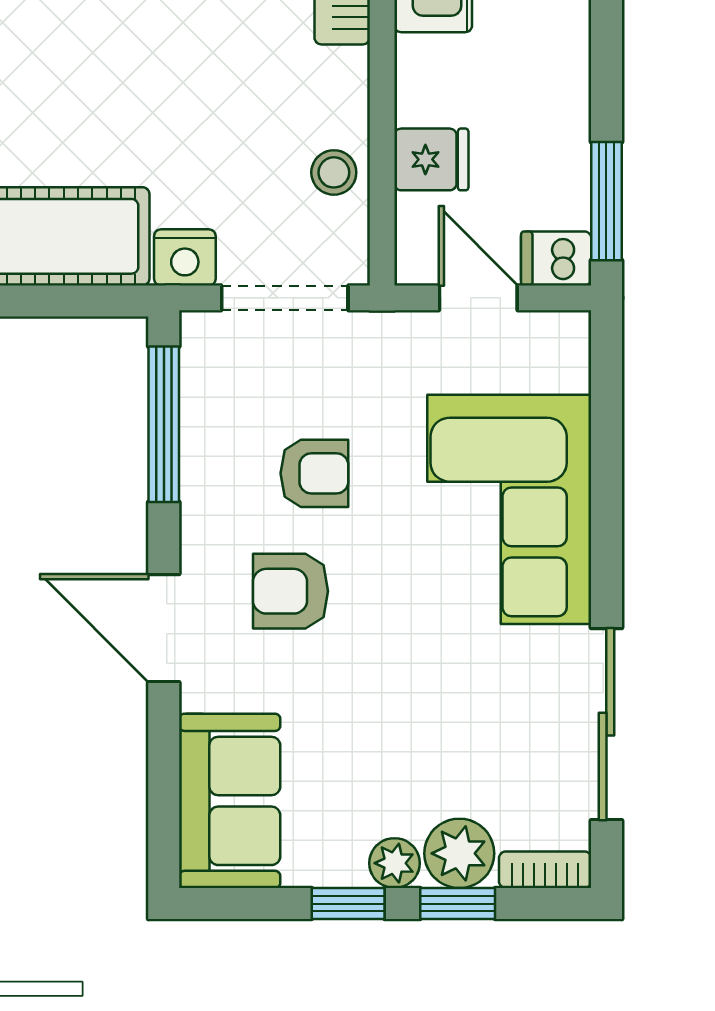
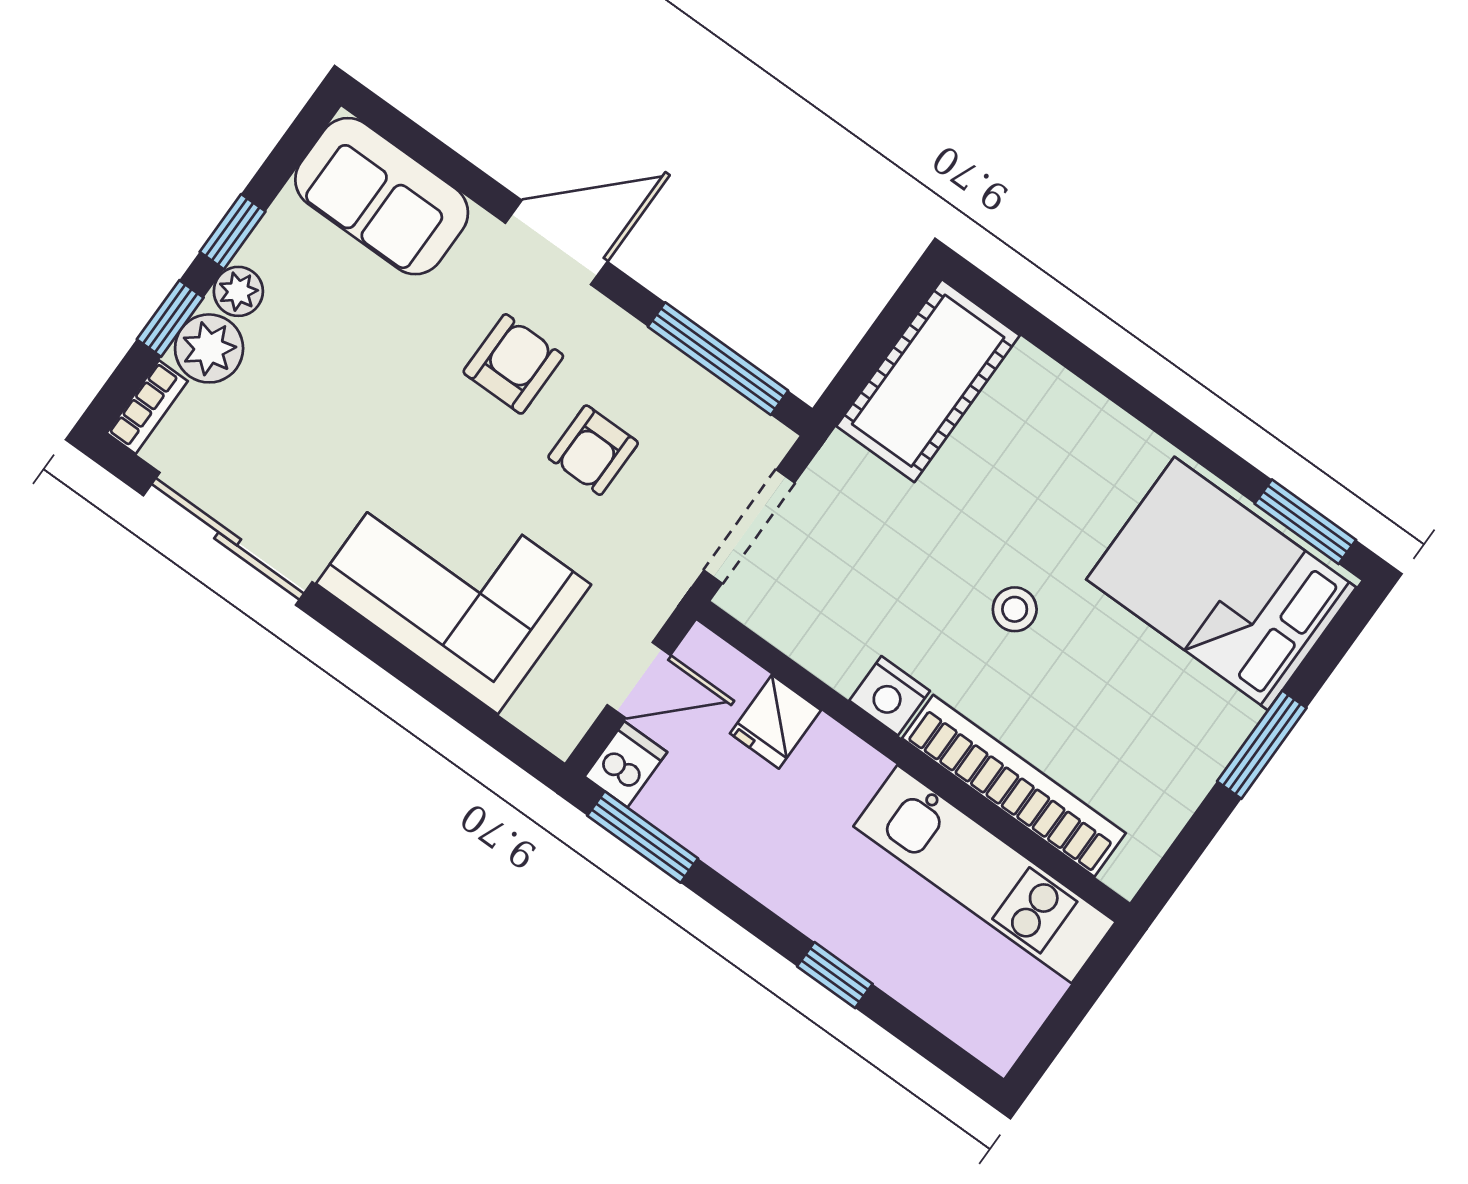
stool: (334, 172) -> (1015, 609), moved
nightstand: (185, 257) -> (890, 696), moved, turned -90

